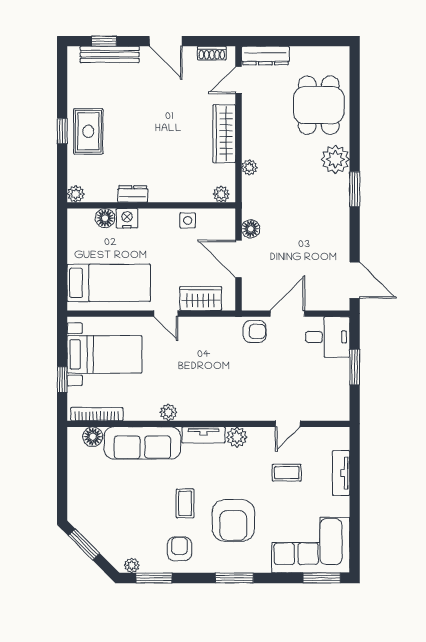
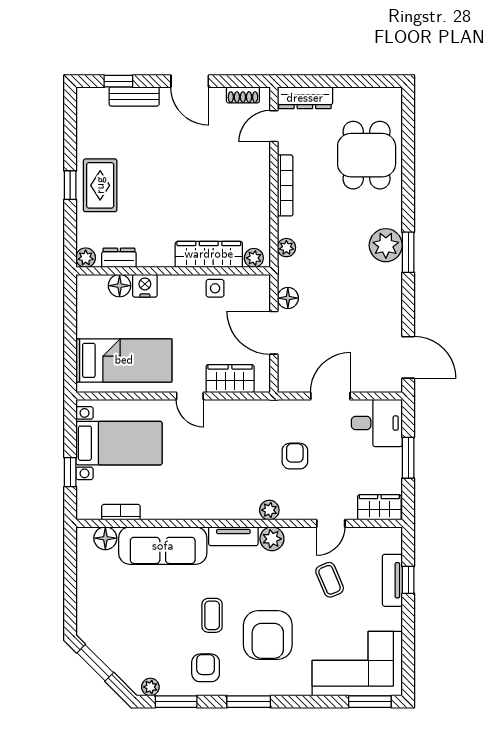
bench: (110, 54) -> (134, 96), width x0.73
bookcase: (248, 131) -> (285, 185), added
wardrobe: (224, 134) -> (209, 254), moved, turned 90
plant: (335, 159) -> (386, 245), moved
plant: (249, 167) -> (286, 248), moved
dresser: (133, 194) -> (119, 258), moved
armchair: (255, 331) -> (295, 456), moved, turned -90
wardrobe: (330, 410) -> (379, 507), added
plant: (168, 412) -> (269, 510), moved
bookcase: (97, 414) -> (121, 512), width x0.64
coffee table: (287, 473) -> (330, 580), turned 67
window: (355, 473) -> (408, 580), added
window: (234, 578) -> (249, 702), moved

